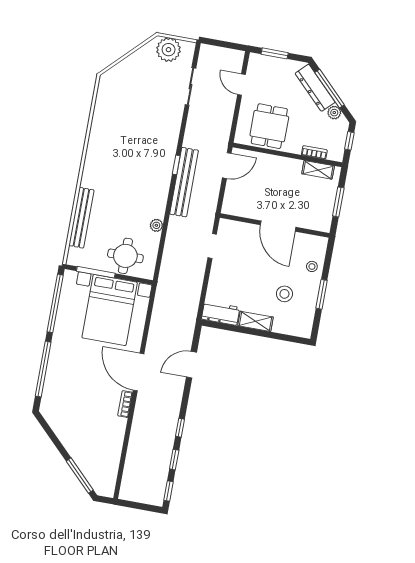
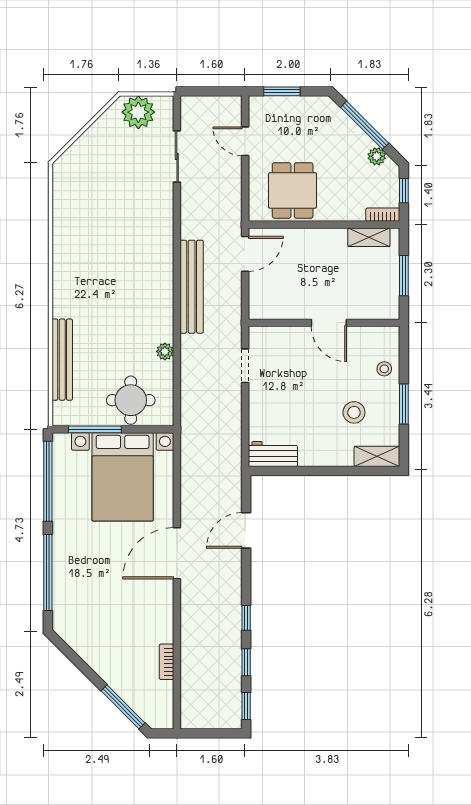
dresser: (315, 88) -> (345, 128), removed
bookcase: (314, 152) -> (383, 215), moved
window: (176, 165) -> (177, 265), removed
door: (278, 226) -> (329, 323), width x0.73
shelving: (255, 321) -> (377, 456), moved
door: (139, 372) -> (177, 553), hinge flipped
bookcase: (125, 404) -> (167, 662), moved

